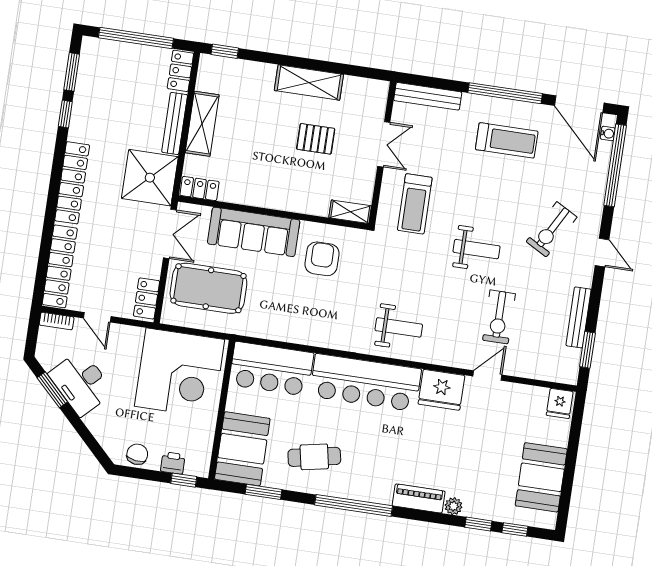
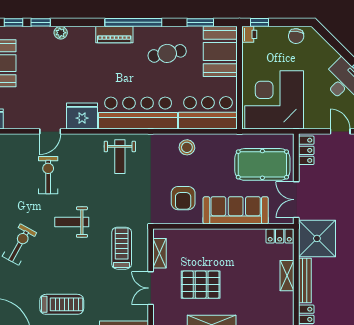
shelving: (202, 124) -> (287, 276), width x0.67, depth x0.75
pallet: (316, 139) -> (201, 285), width x1.50, depth x1.42
treadmill: (507, 140) -> (62, 304), turned 180
shelving: (350, 212) -> (160, 253), moved, turned 90
stool: (307, 326) -> (187, 147), added
weight bench: (399, 327) -> (120, 157), turned -90
printer: (173, 463) -> (249, 34), moved, turned -90
piano: (419, 498) -> (114, 35), moved

